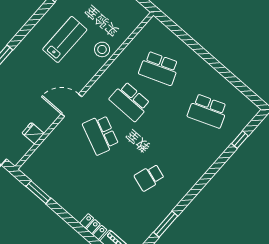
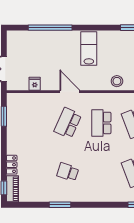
lab bench: (65, 39) -> (89, 49), moved, turned -90
window: (166, 224) -> (60, 205), moved

